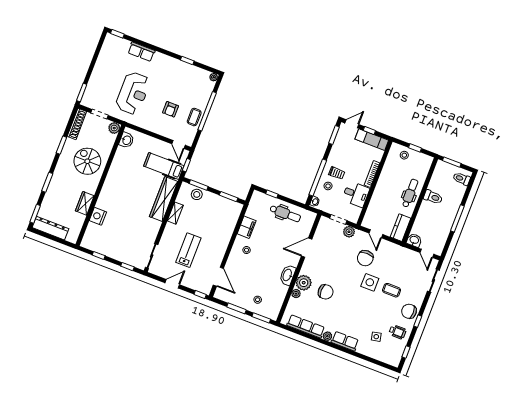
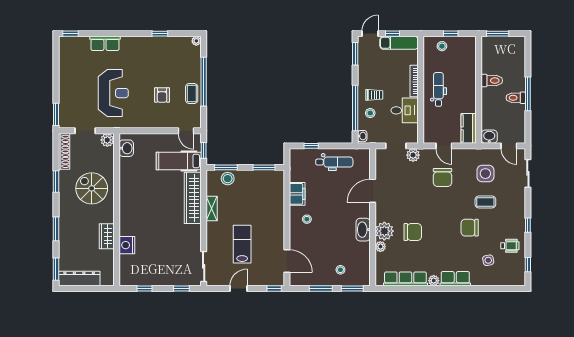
toilet: (462, 179) -> (516, 98), moved
dental chair: (410, 193) -> (438, 89), moved
side table: (370, 282) -> (485, 174), moved
chair: (409, 311) -> (470, 228), moved

